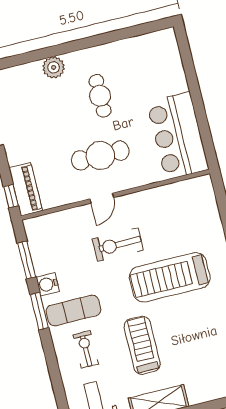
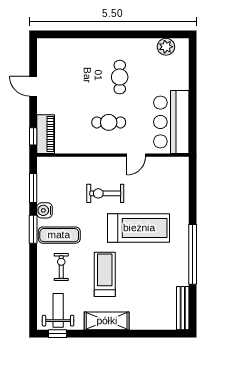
plant: (54, 67) -> (166, 47), moved
cafe table: (100, 155) -> (109, 122), width x0.73, depth x0.74
door: (102, 198) -> (136, 155), moved
treadmill: (170, 277) -> (139, 228), turned 180

